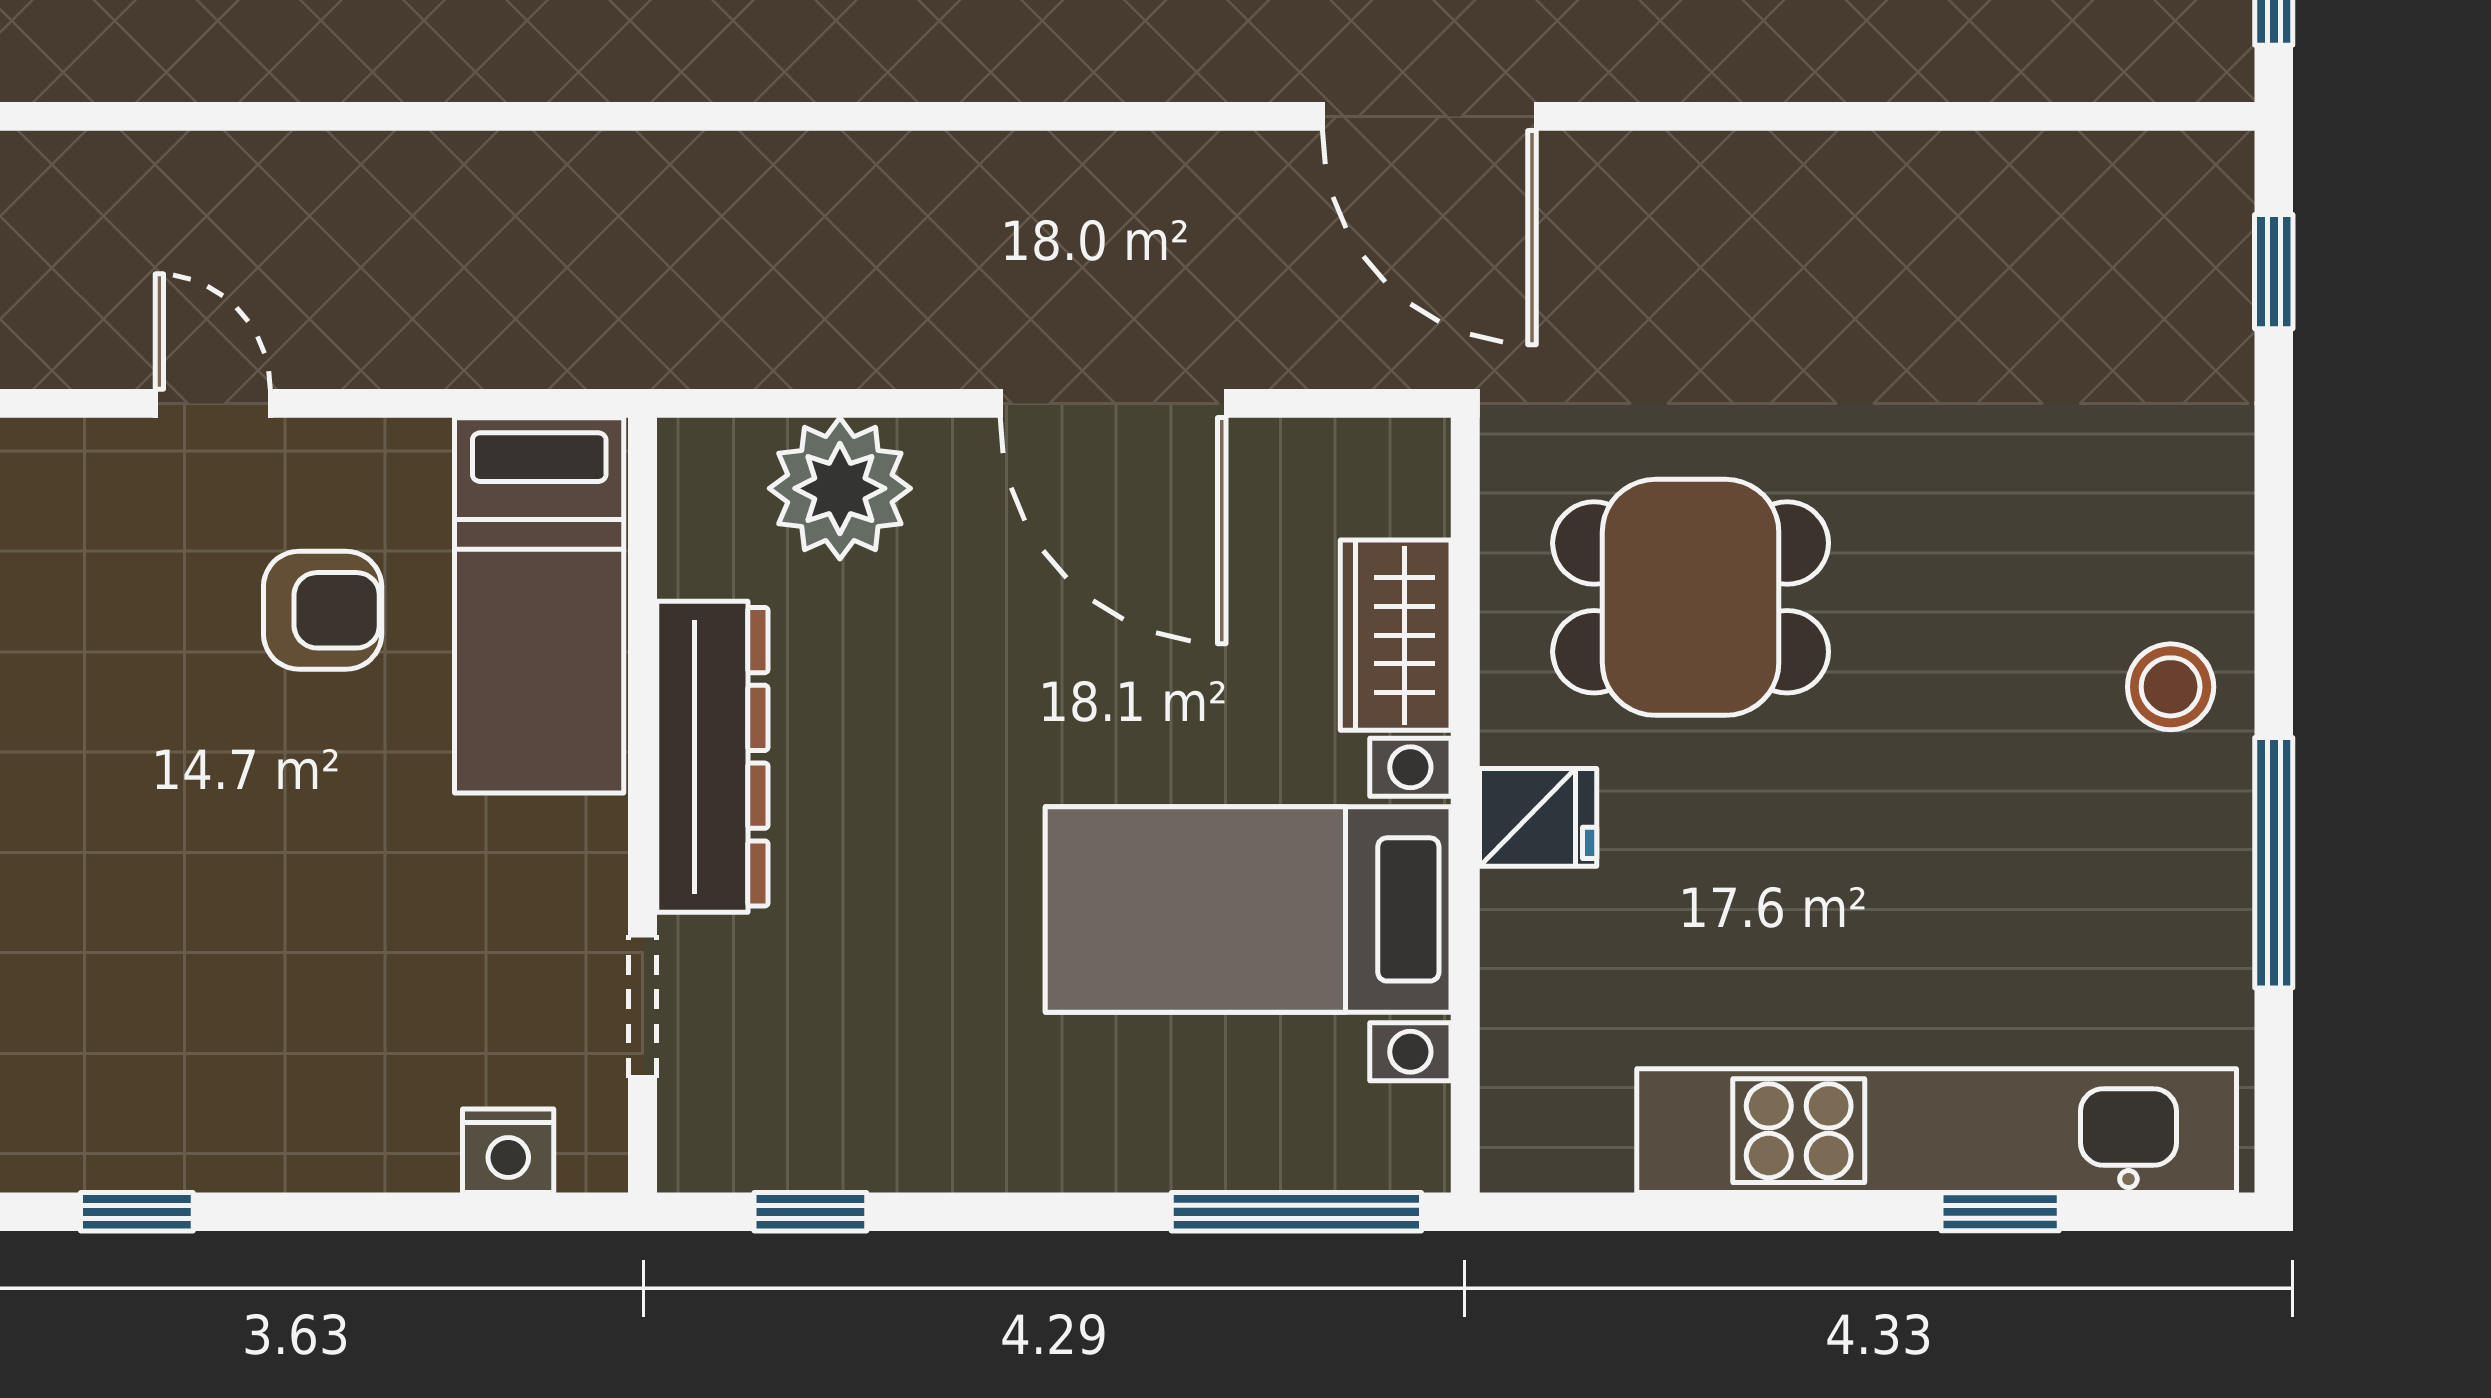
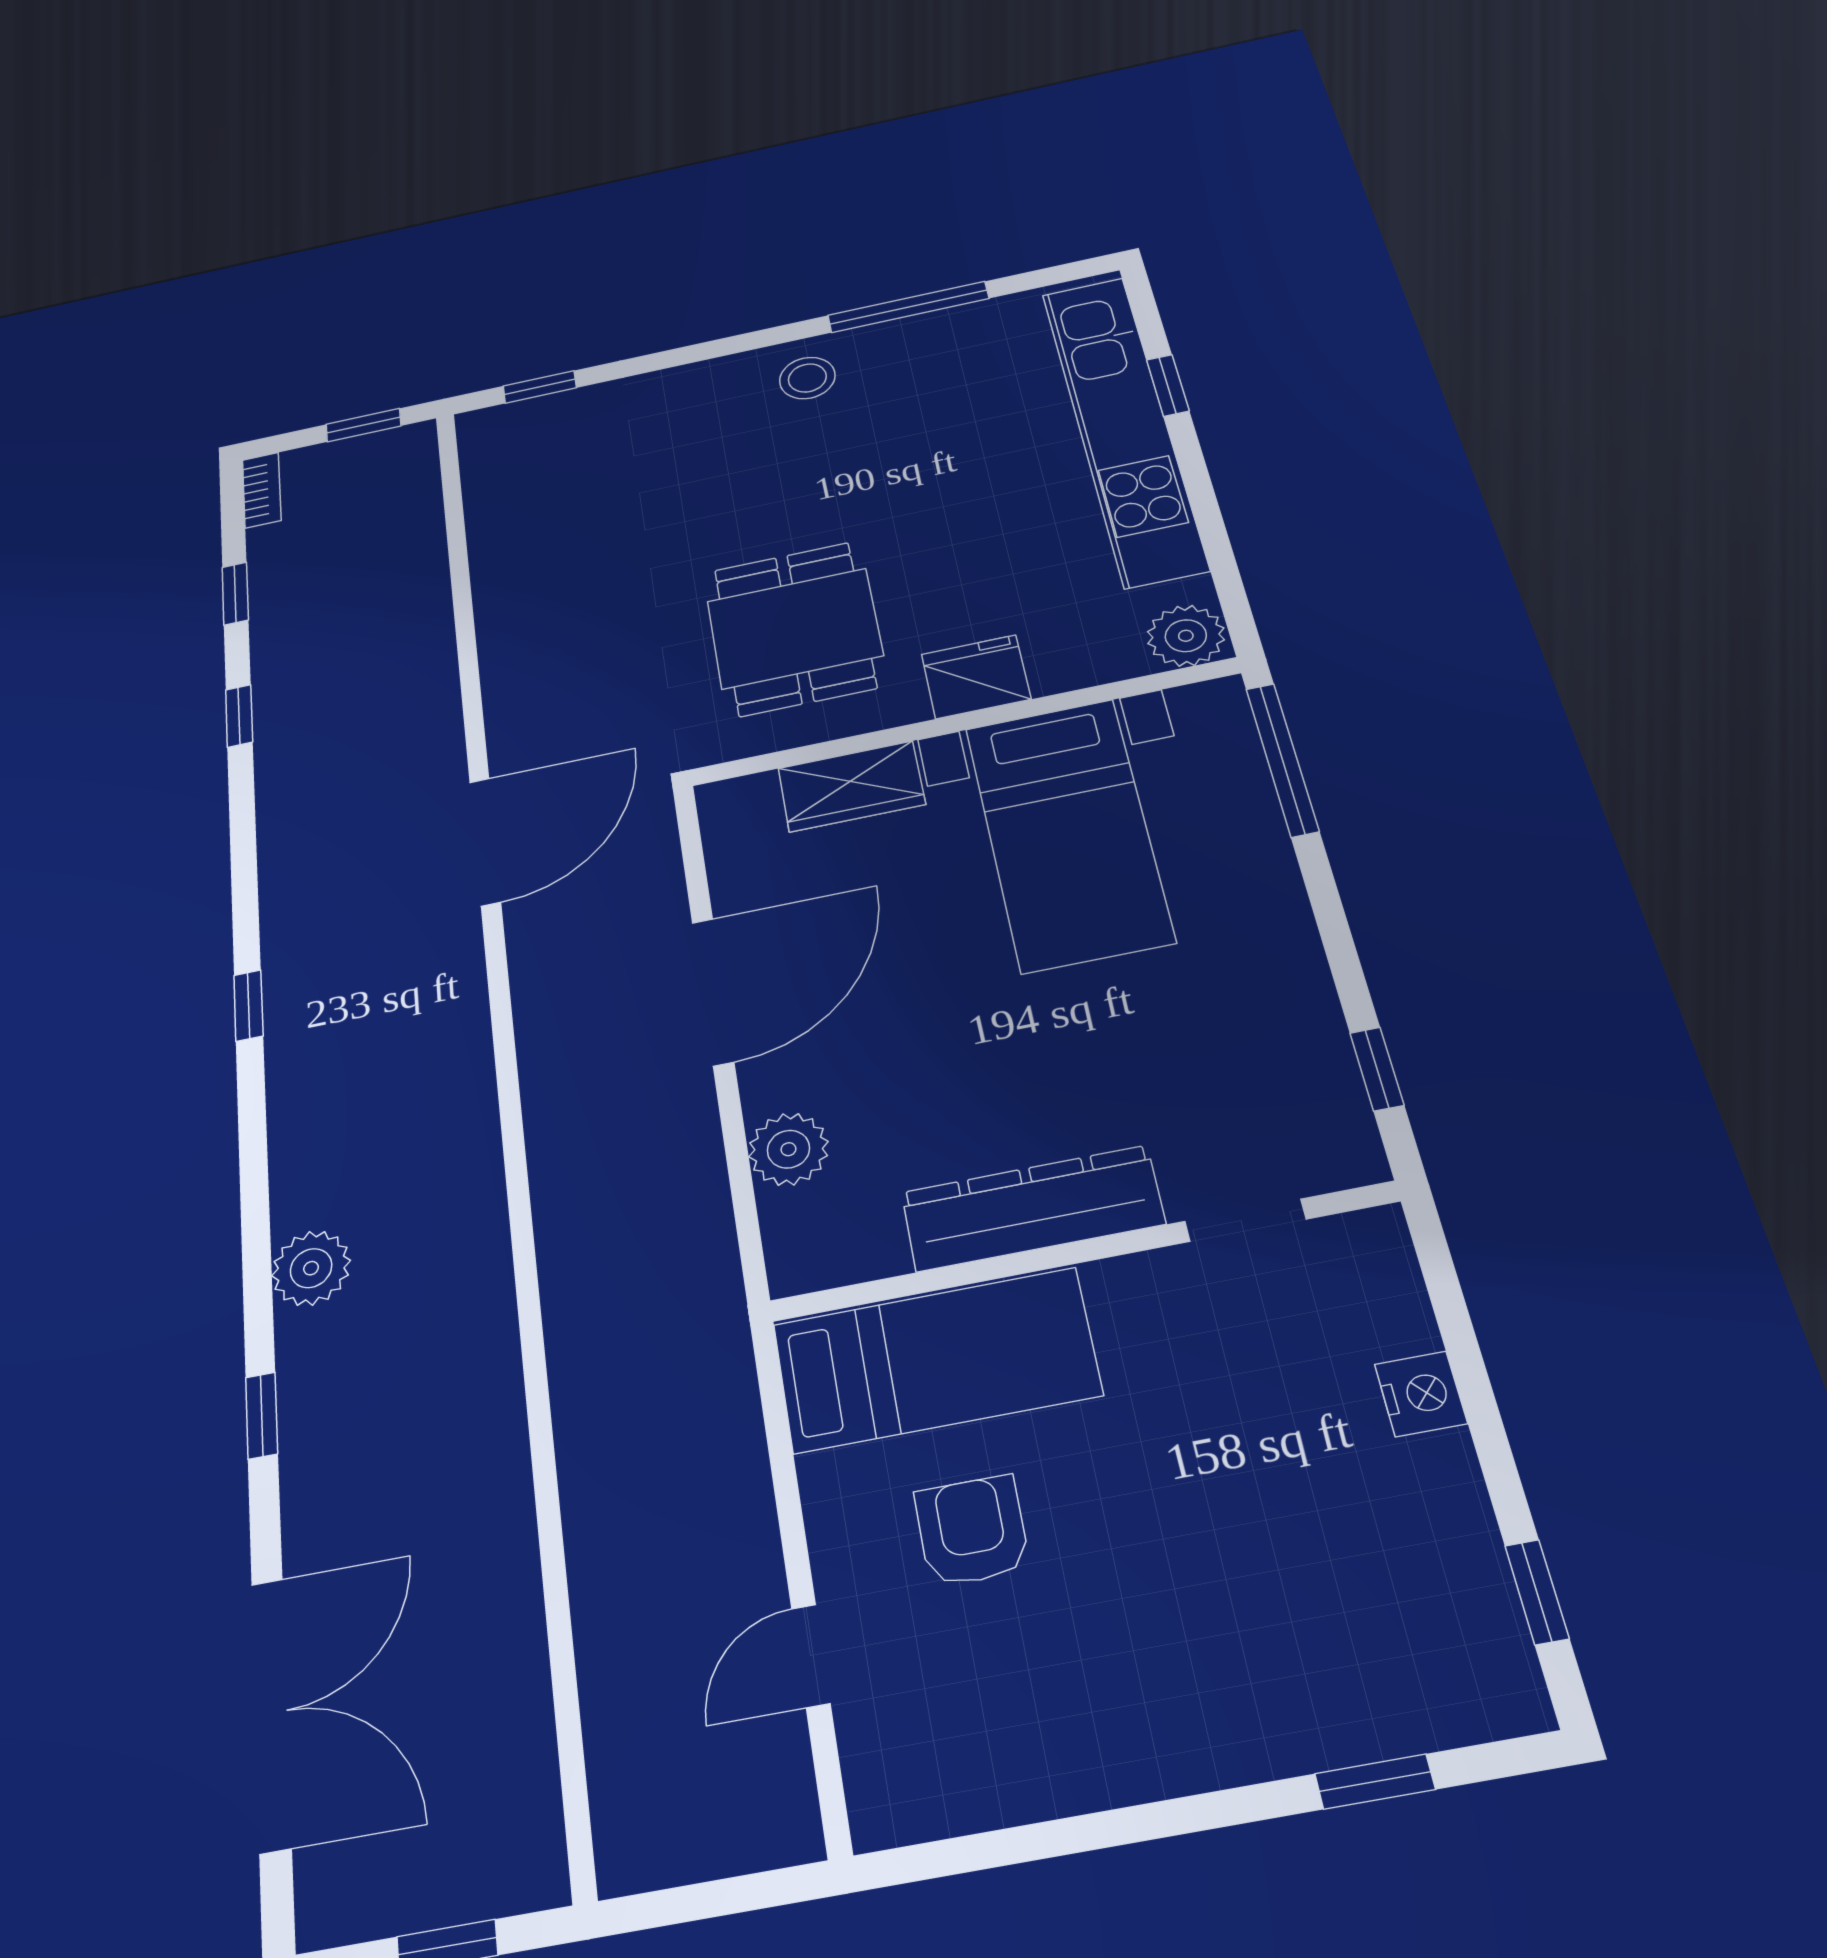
plant: (840, 488) -> (788, 1149), width x0.73, depth x0.73
fridge: (1538, 817) -> (976, 677), width x1.38
plant: (1534, 1134) -> (1186, 636), added
nightstand: (508, 1151) -> (1421, 1394), moved

